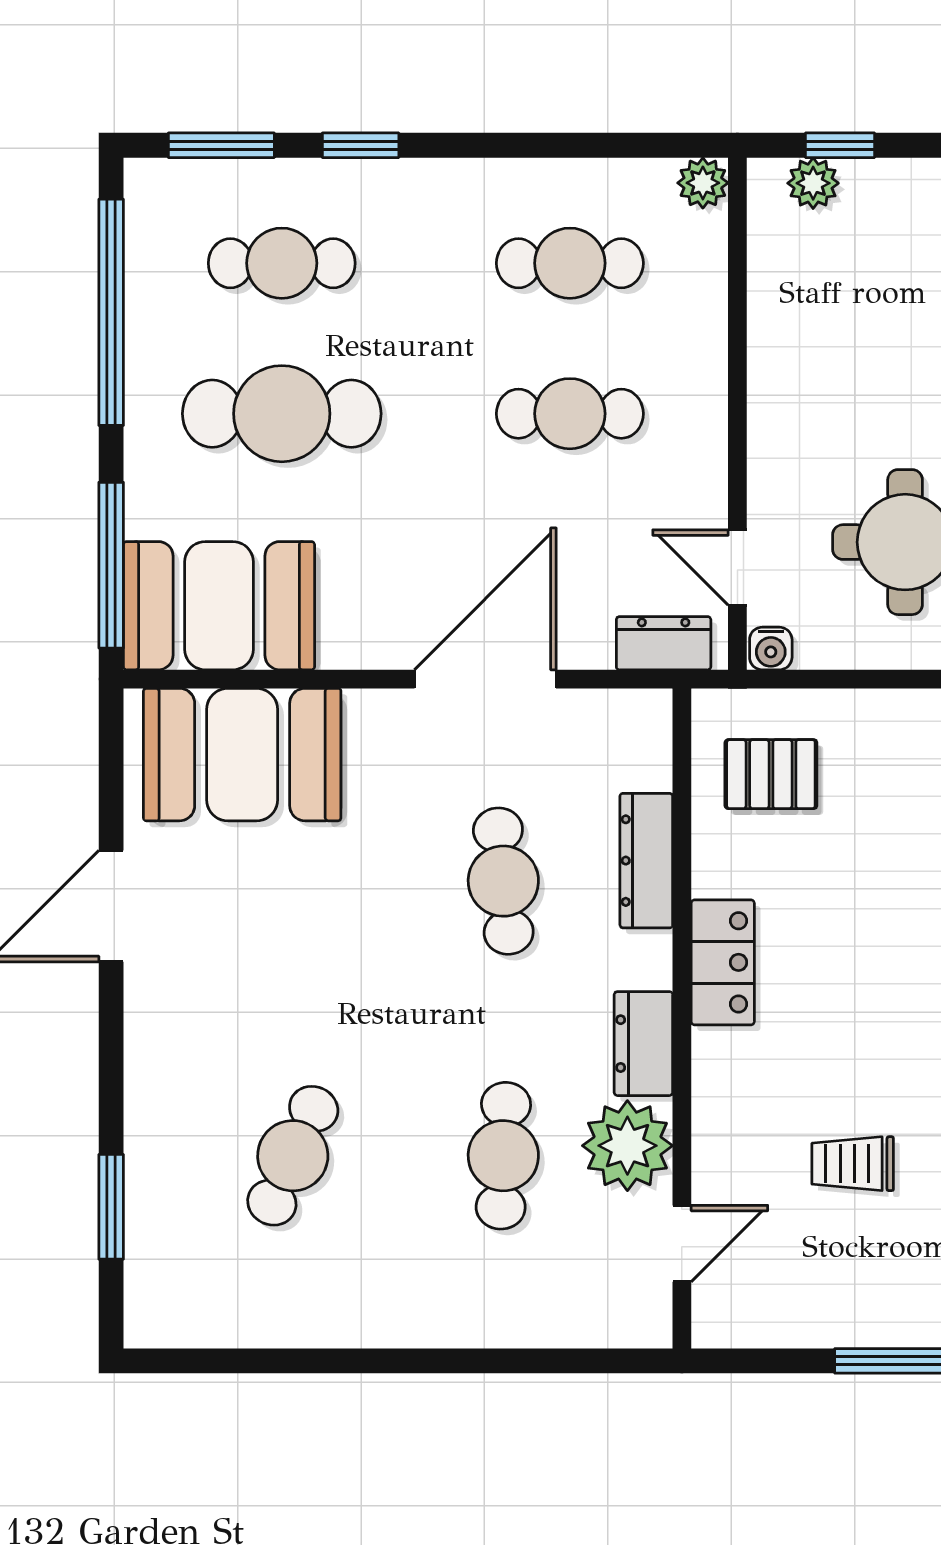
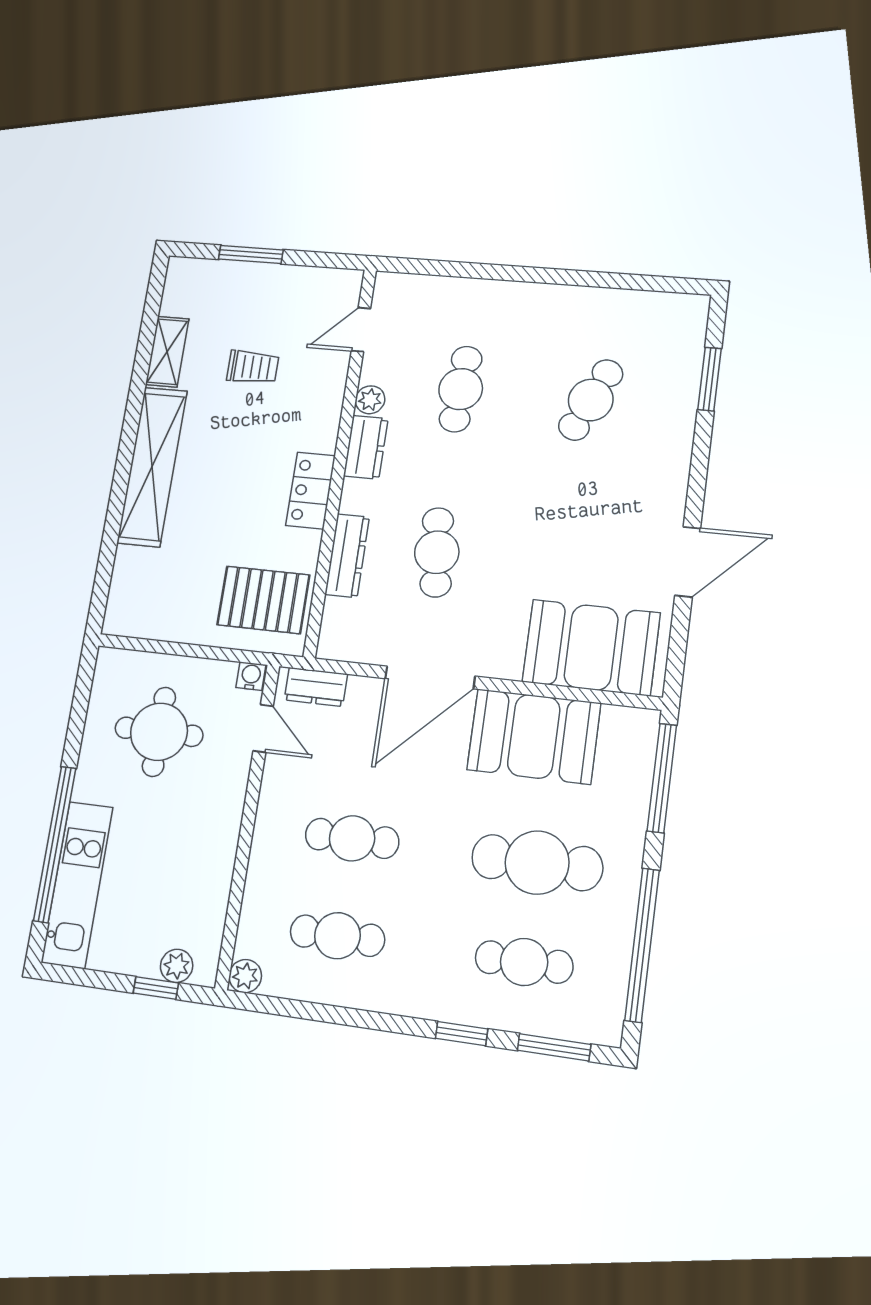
booth: (219, 606) -> (534, 736), moved
pallet: (771, 774) -> (263, 600), width x1.50, depth x1.42
plant: (627, 1146) -> (370, 400), width x0.53, depth x0.53

